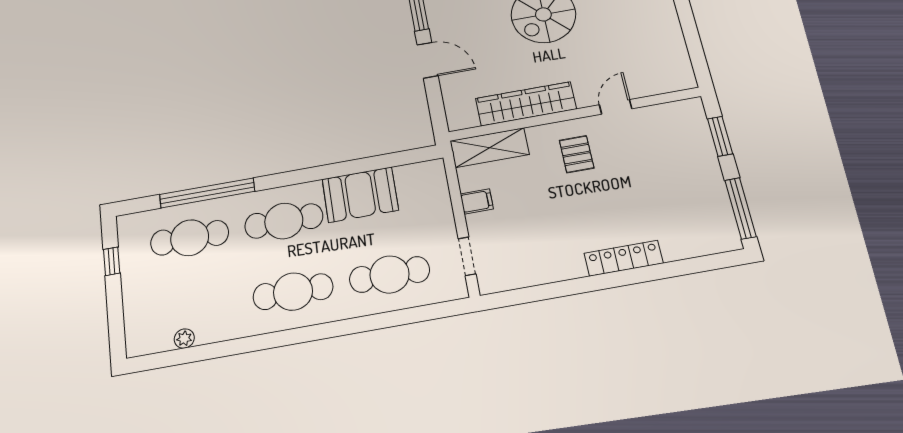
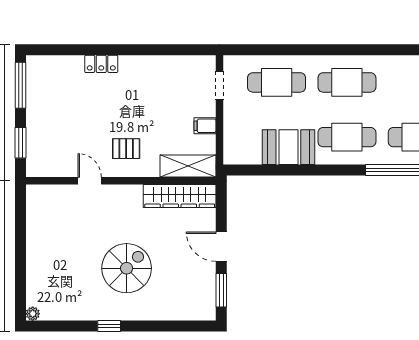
wardrobe: (526, 104) -> (180, 196), moved
door: (616, 107) -> (90, 181), swing flipped
pallet: (577, 154) -> (126, 149), turned 90
locker: (624, 258) -> (101, 64), width x0.66

